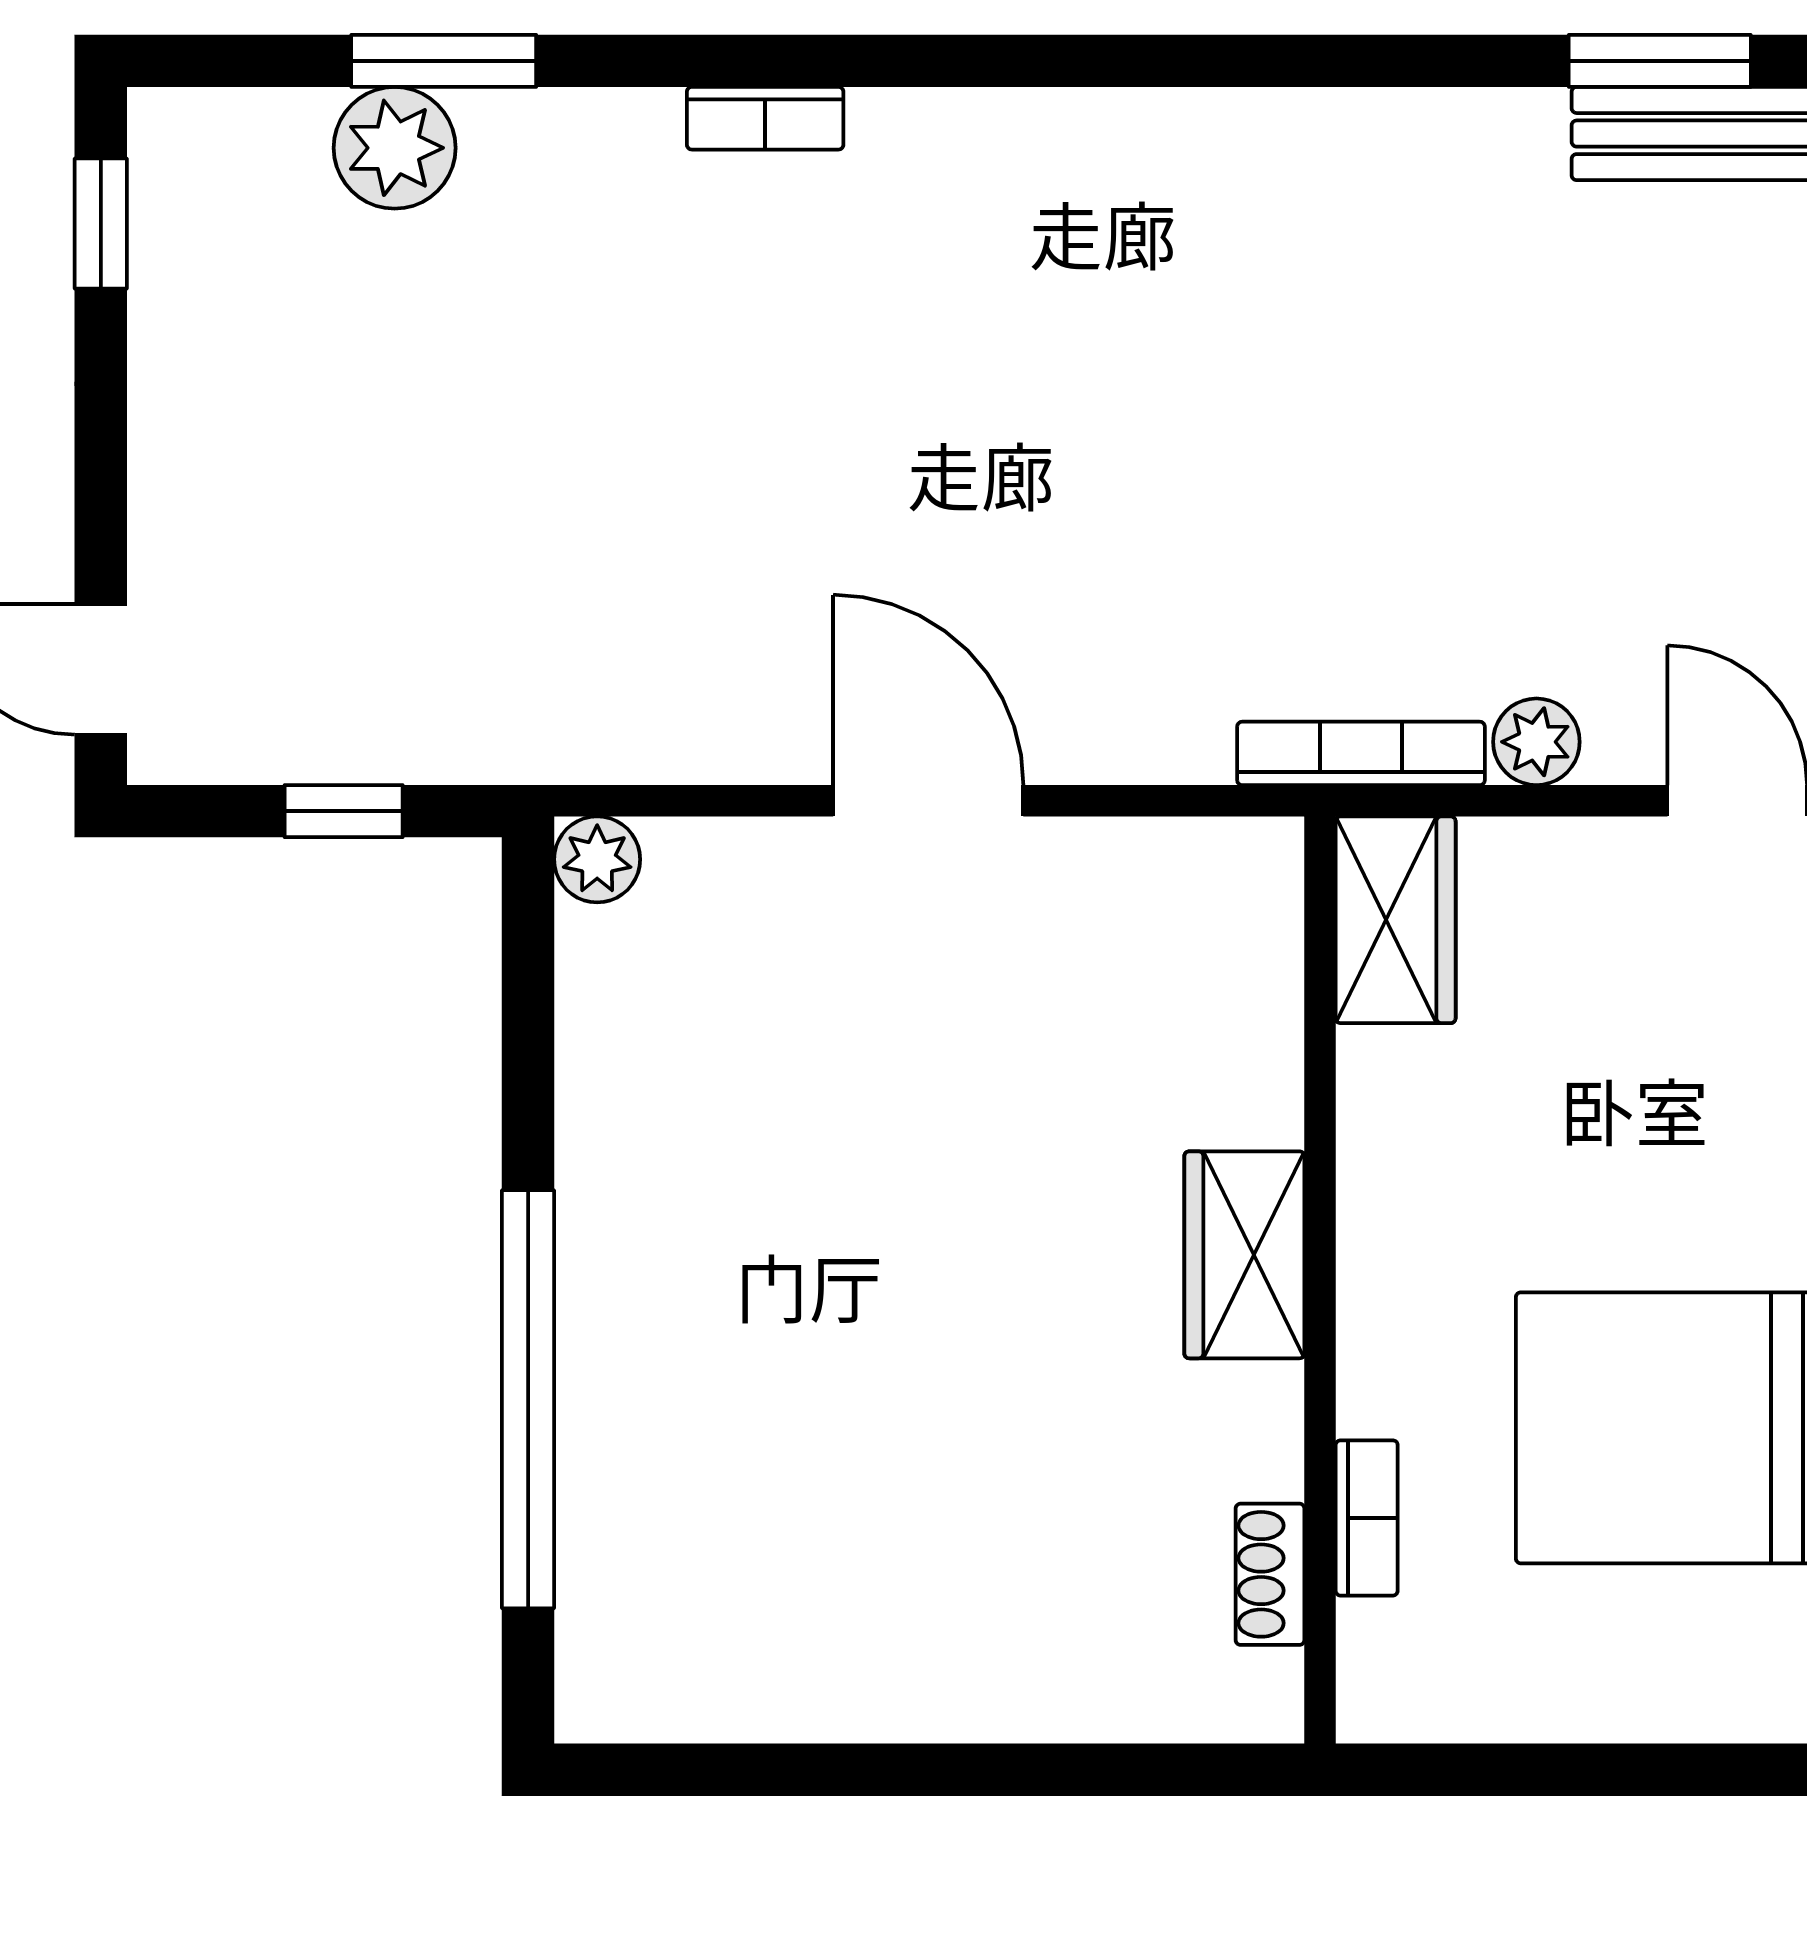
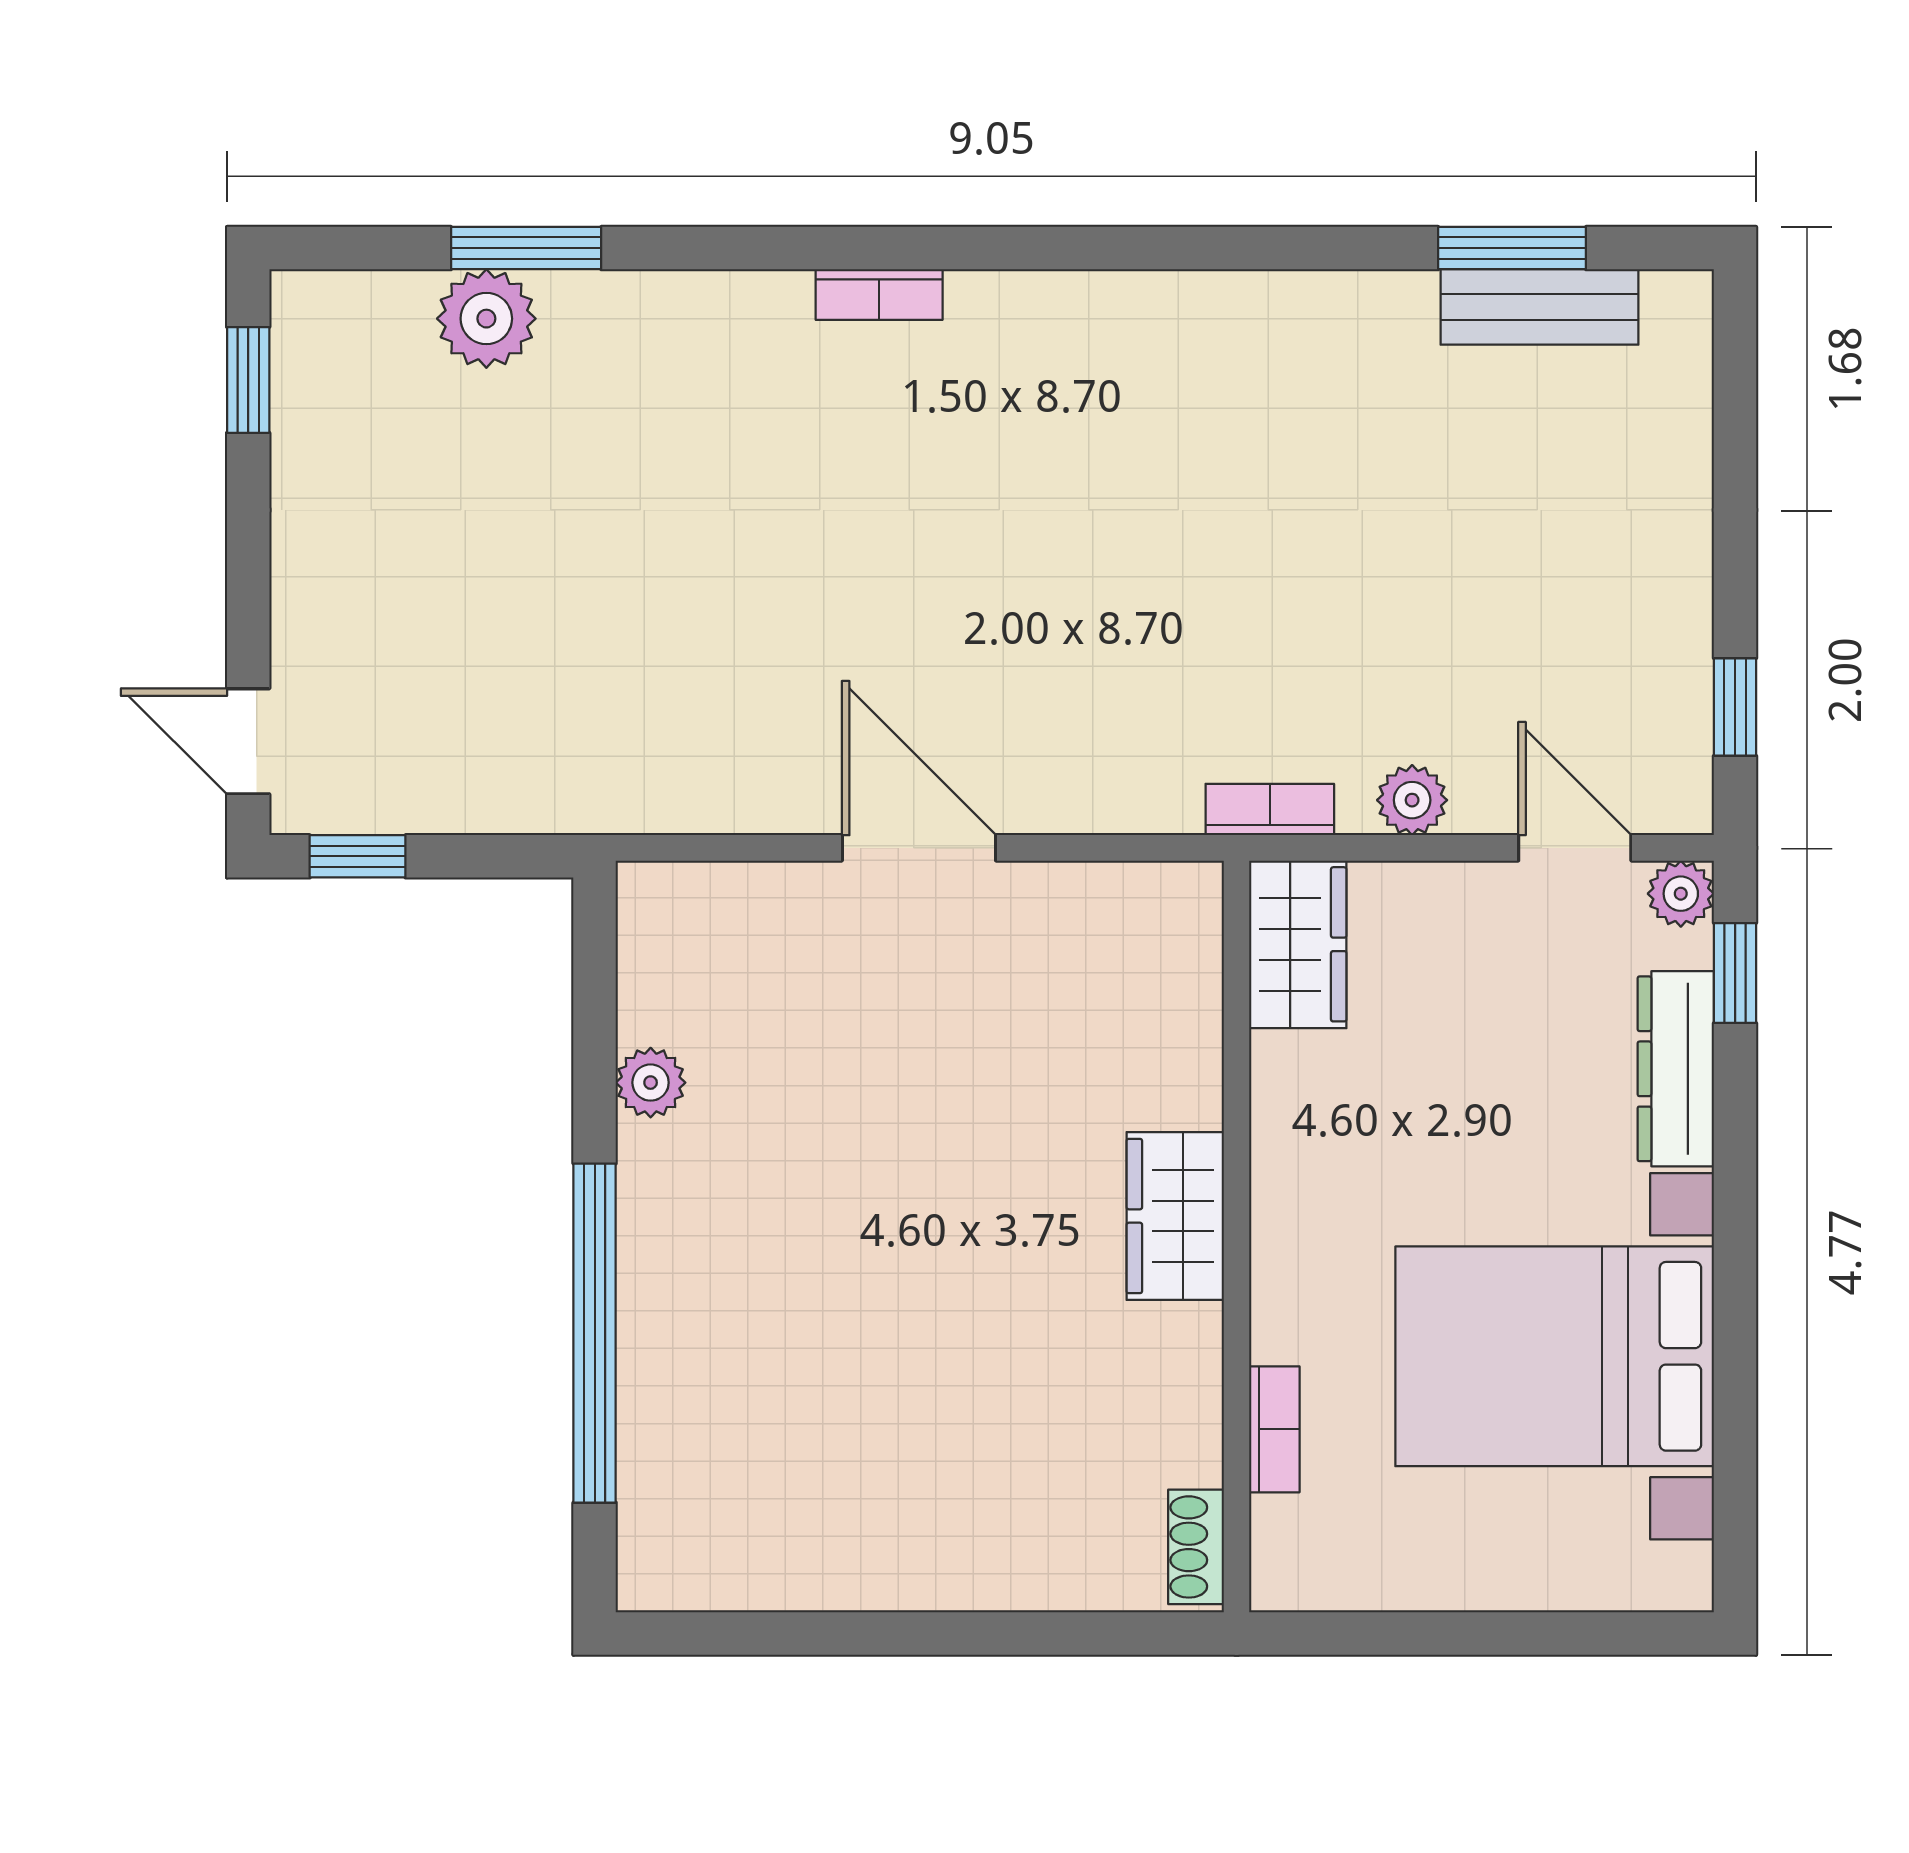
bookcase: (765, 118) -> (879, 295), moved
bookcase: (1361, 753) -> (1270, 809), width x0.64
window: (344, 811) -> (358, 856), moved
plant: (597, 859) -> (651, 1083), moved
shoe rack: (1270, 1574) -> (1196, 1547), moved

